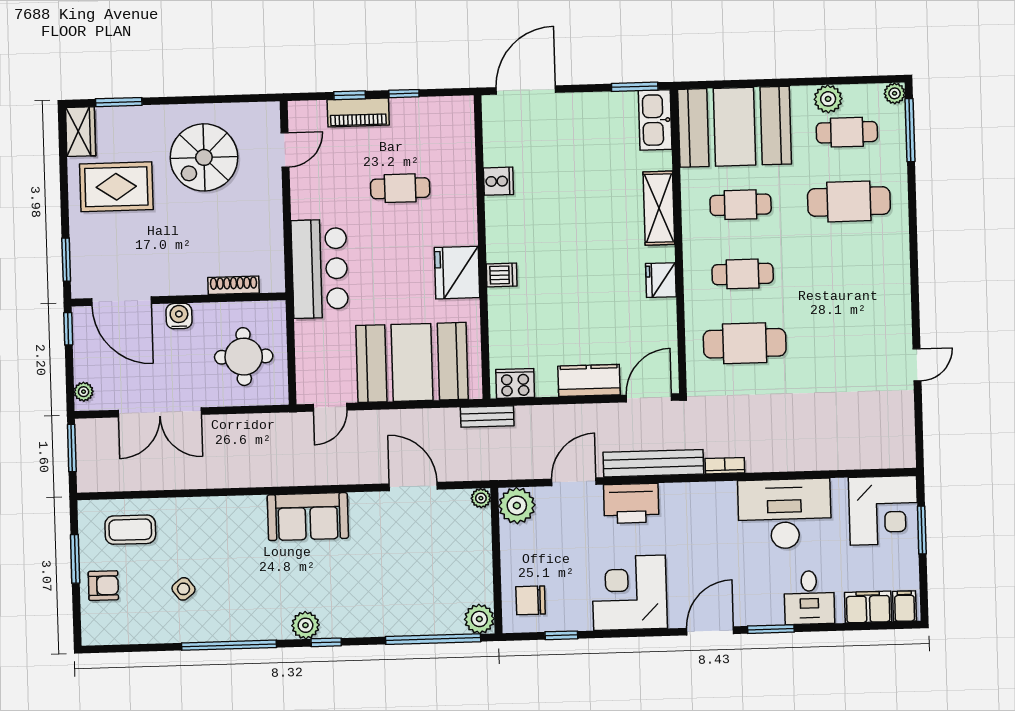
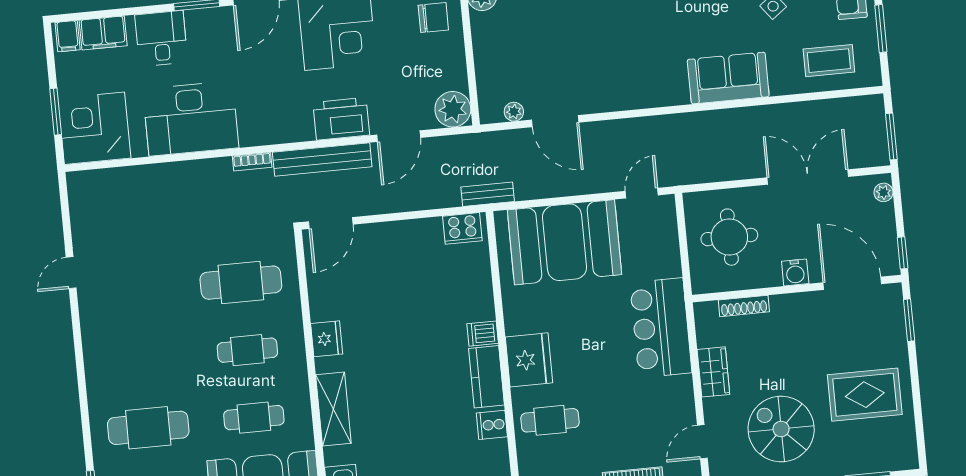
wardrobe: (81, 132) -> (713, 372), moved, turned 180
spiral stairs: (204, 157) -> (781, 429), turned -90
cafe table: (400, 188) -> (550, 420), moved
fridge: (457, 273) -> (529, 360), moved
kitchen counter: (589, 380) -> (486, 377), moved, turned 90
plant: (481, 498) -> (514, 112), moved
sofa: (308, 517) -> (728, 78), moved

